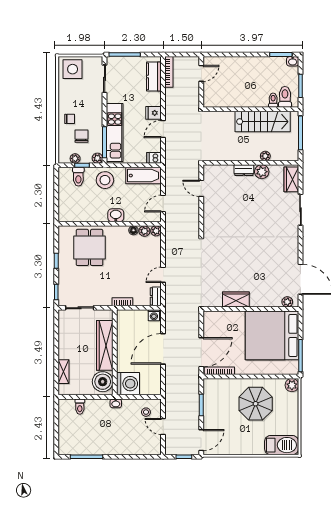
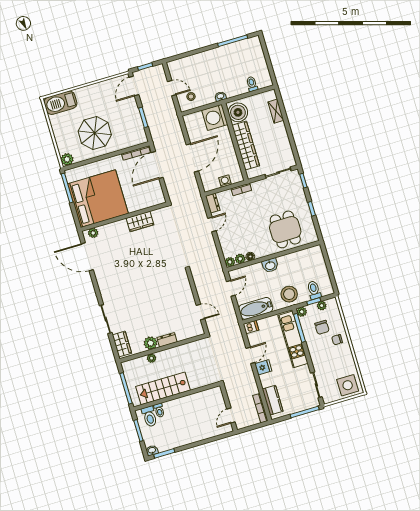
washing machine: (154, 315) -> (225, 181), moved

